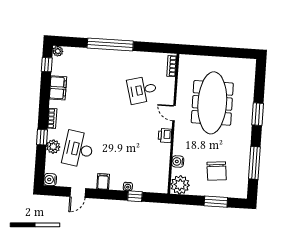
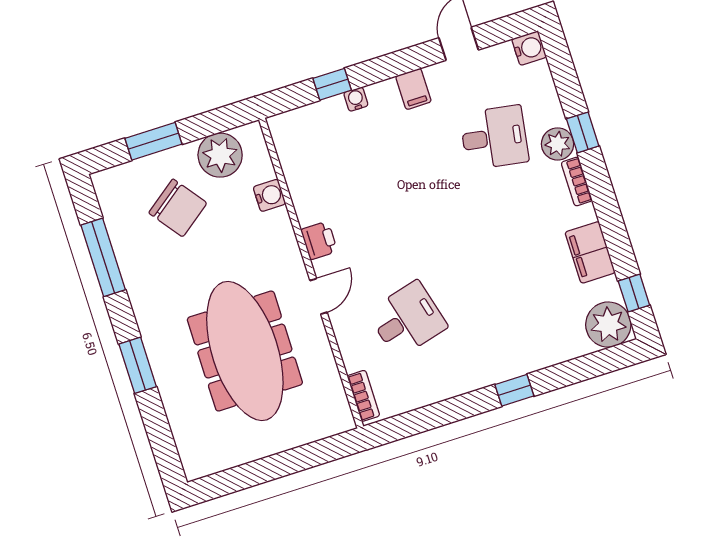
window: (110, 44) -> (514, 390), width x0.32
plant: (58, 51) -> (608, 325), width x1.88, depth x1.88
door: (174, 113) -> (319, 296), hinge flipped
plant: (53, 147) -> (558, 144), moved
desk: (78, 149) -> (494, 138), width x0.73
chair: (217, 171) -> (178, 208), turned 149
plant: (180, 185) -> (220, 155), moved

